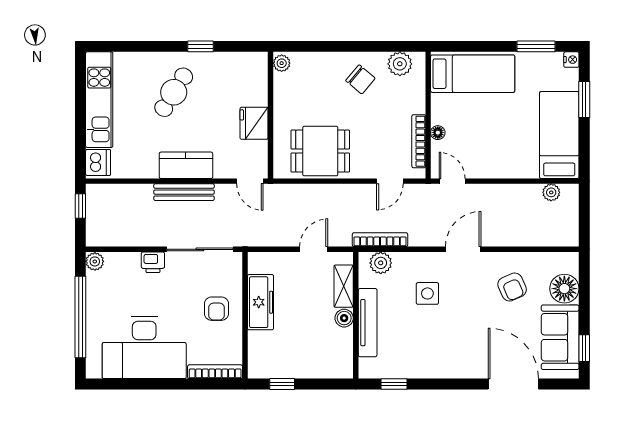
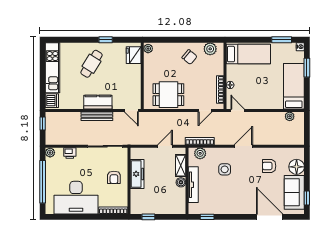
fridge: (254, 123) -> (134, 55), moved
printer: (153, 262) -> (70, 153), moved
armchair: (512, 287) -> (269, 166), turned 114

